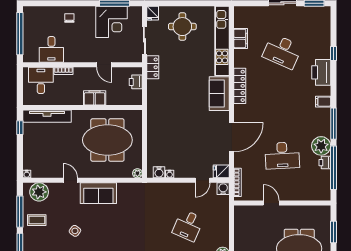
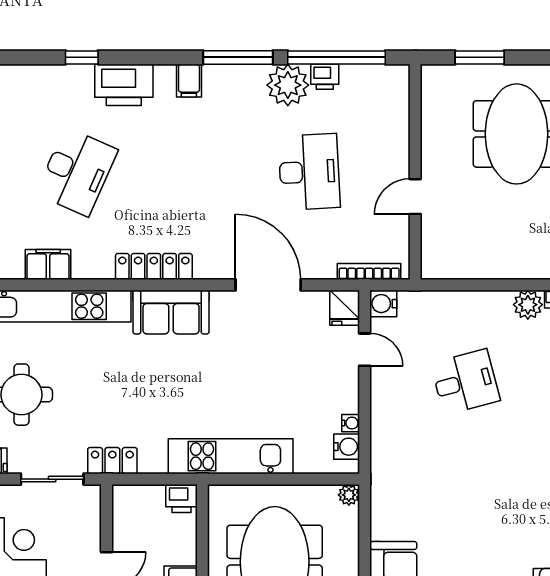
printer: (136, 82) -> (181, 499), moved
kitchen unit: (155, 120) -> (231, 456), added
desk: (188, 226) -> (465, 382), turned -39

